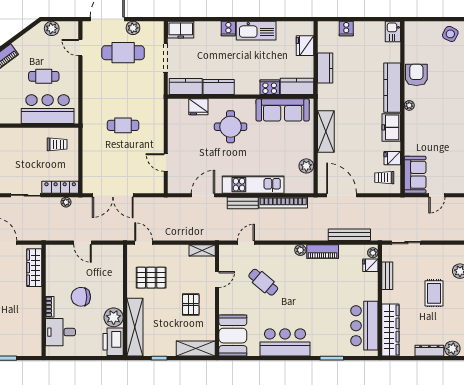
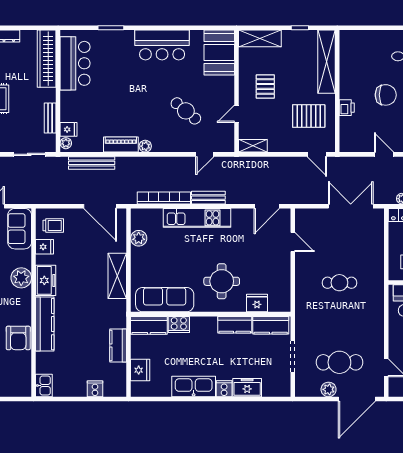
freezer: (181, 30) -> (247, 388), moved
plant: (409, 105) -> (21, 278), moved, width x1.88, depth x1.88
door: (203, 195) -> (267, 206), moved
plant: (114, 317) -> (350, 72), removed
printer: (113, 342) -> (347, 108), moved, width x0.53, depth x0.68

